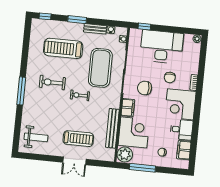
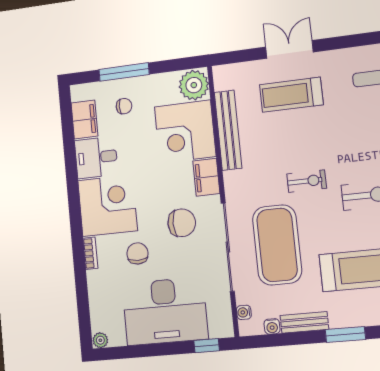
window: (142, 168) -> (124, 72), moved

